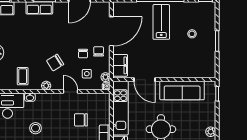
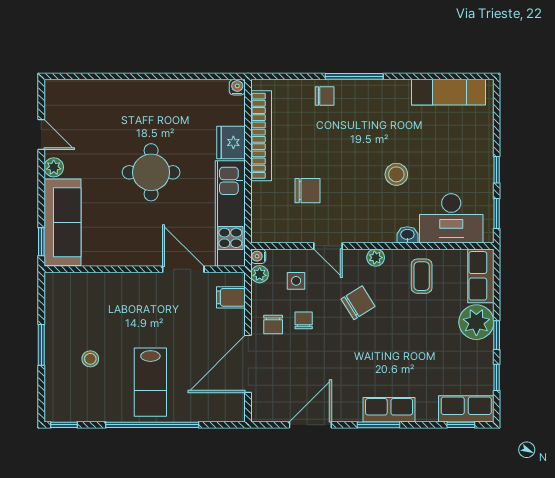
filing cabinet: (120, 65) -> (231, 297), width x0.50
sofa: (182, 90) -> (62, 222), moved, turned 90

